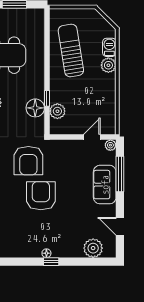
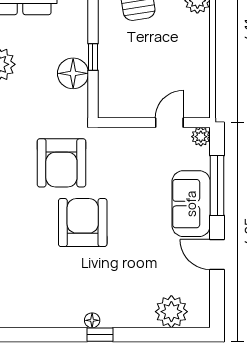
plant: (57, 111) -> (111, 79), removed
door: (120, 226) -> (217, 255), moved

